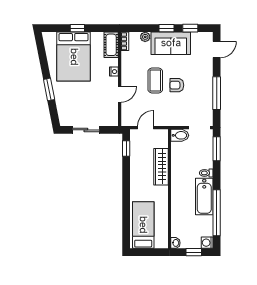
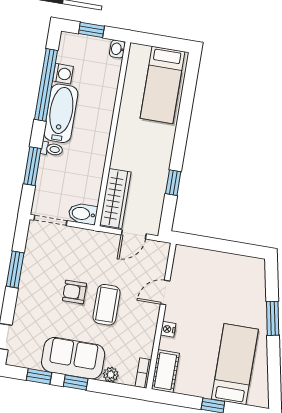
bed: (74, 57) -> (235, 364), width x0.67
armchair: (177, 85) -> (75, 292), turned 180
window: (217, 93) -> (15, 269), width x0.69
sliding door: (86, 130) -> (226, 246), removed
window: (126, 149) -> (173, 183), moved
window: (217, 149) -> (32, 166), moved
wardrobe: (161, 167) -> (115, 198), moved
washing machine: (207, 243) -> (63, 74), moved

